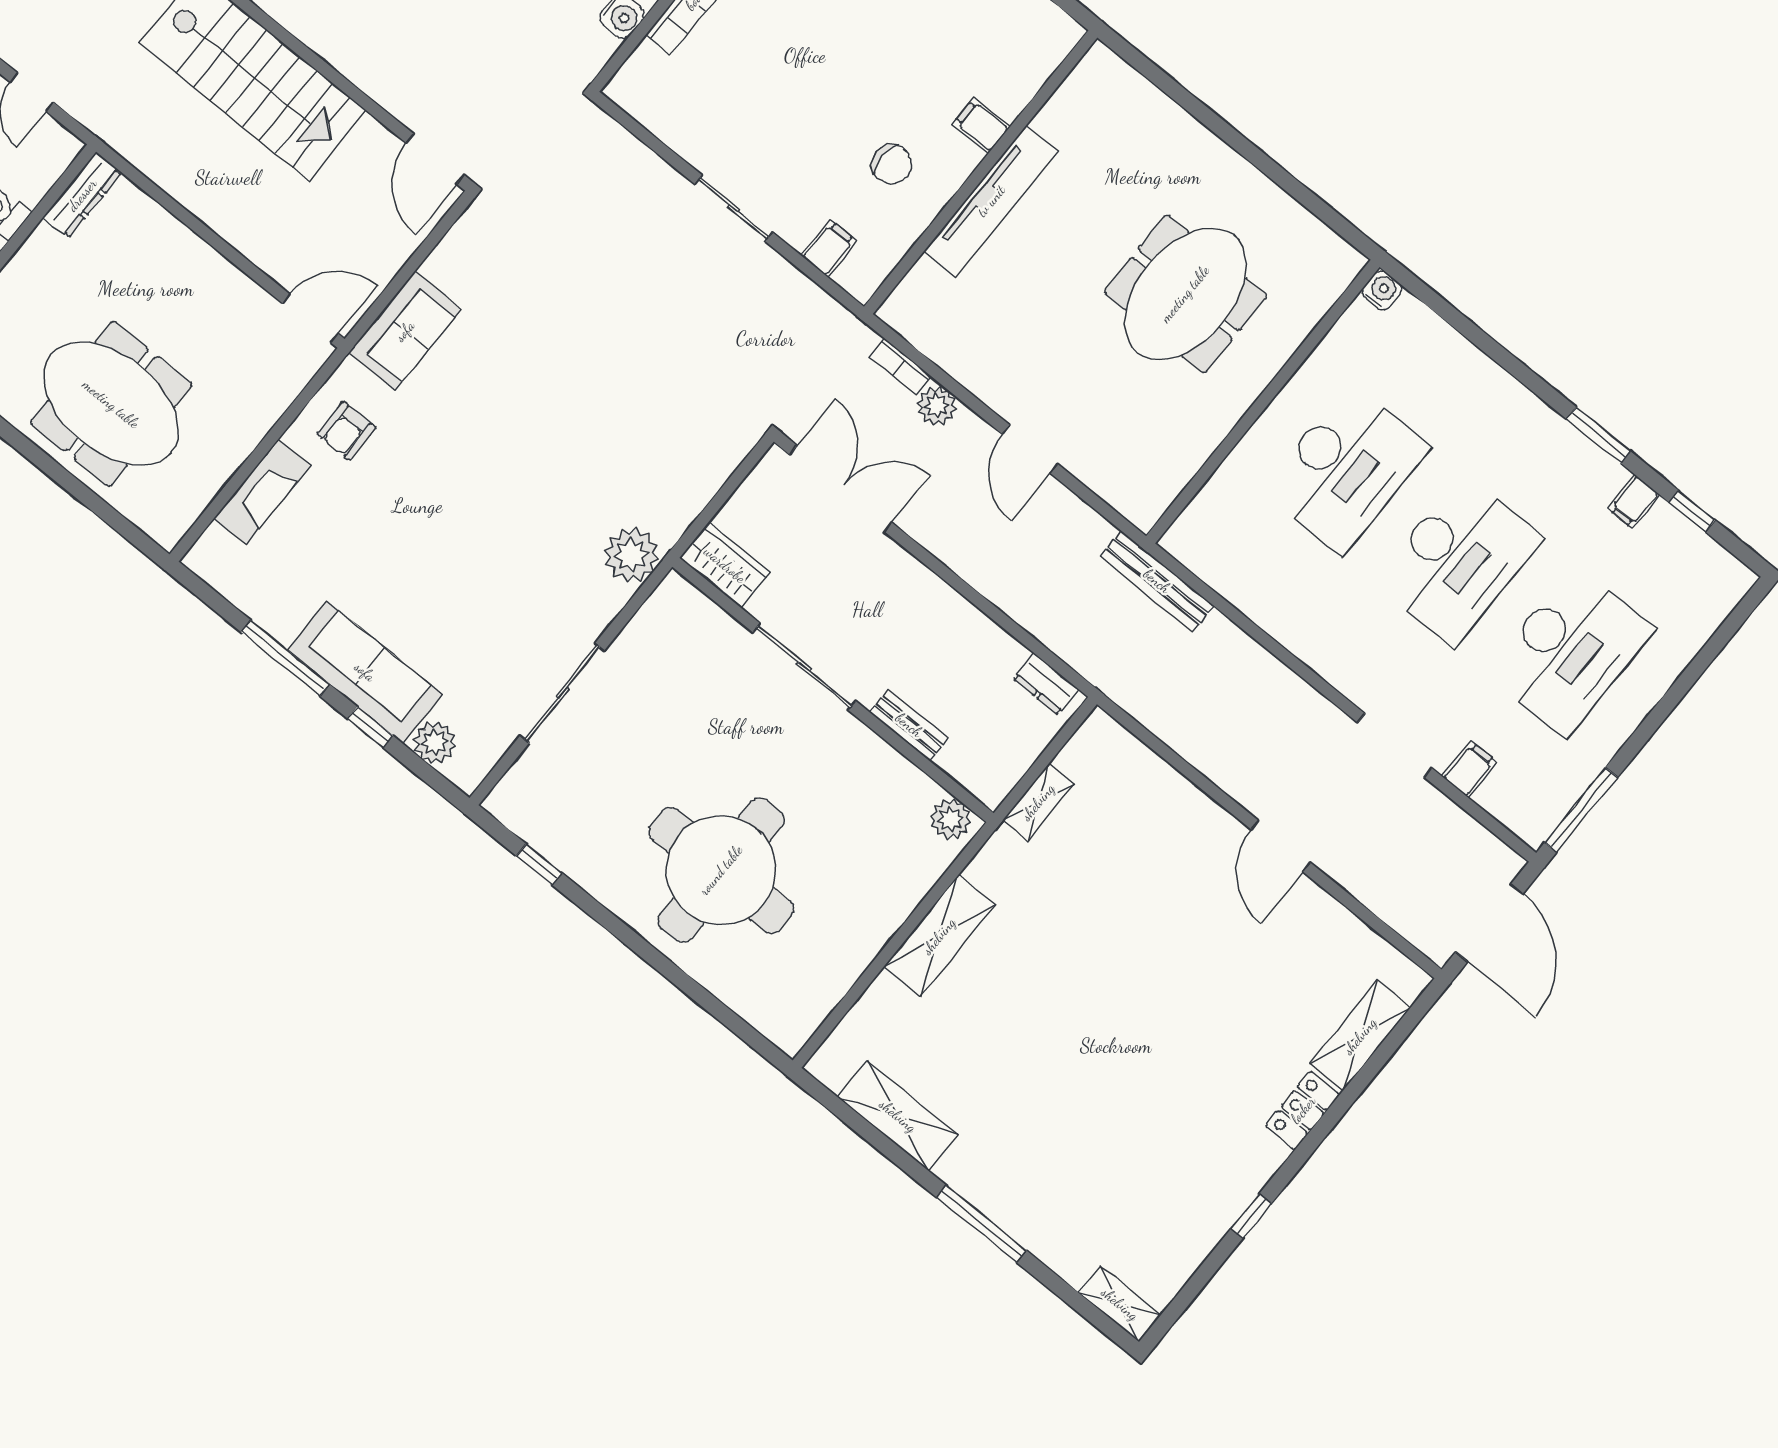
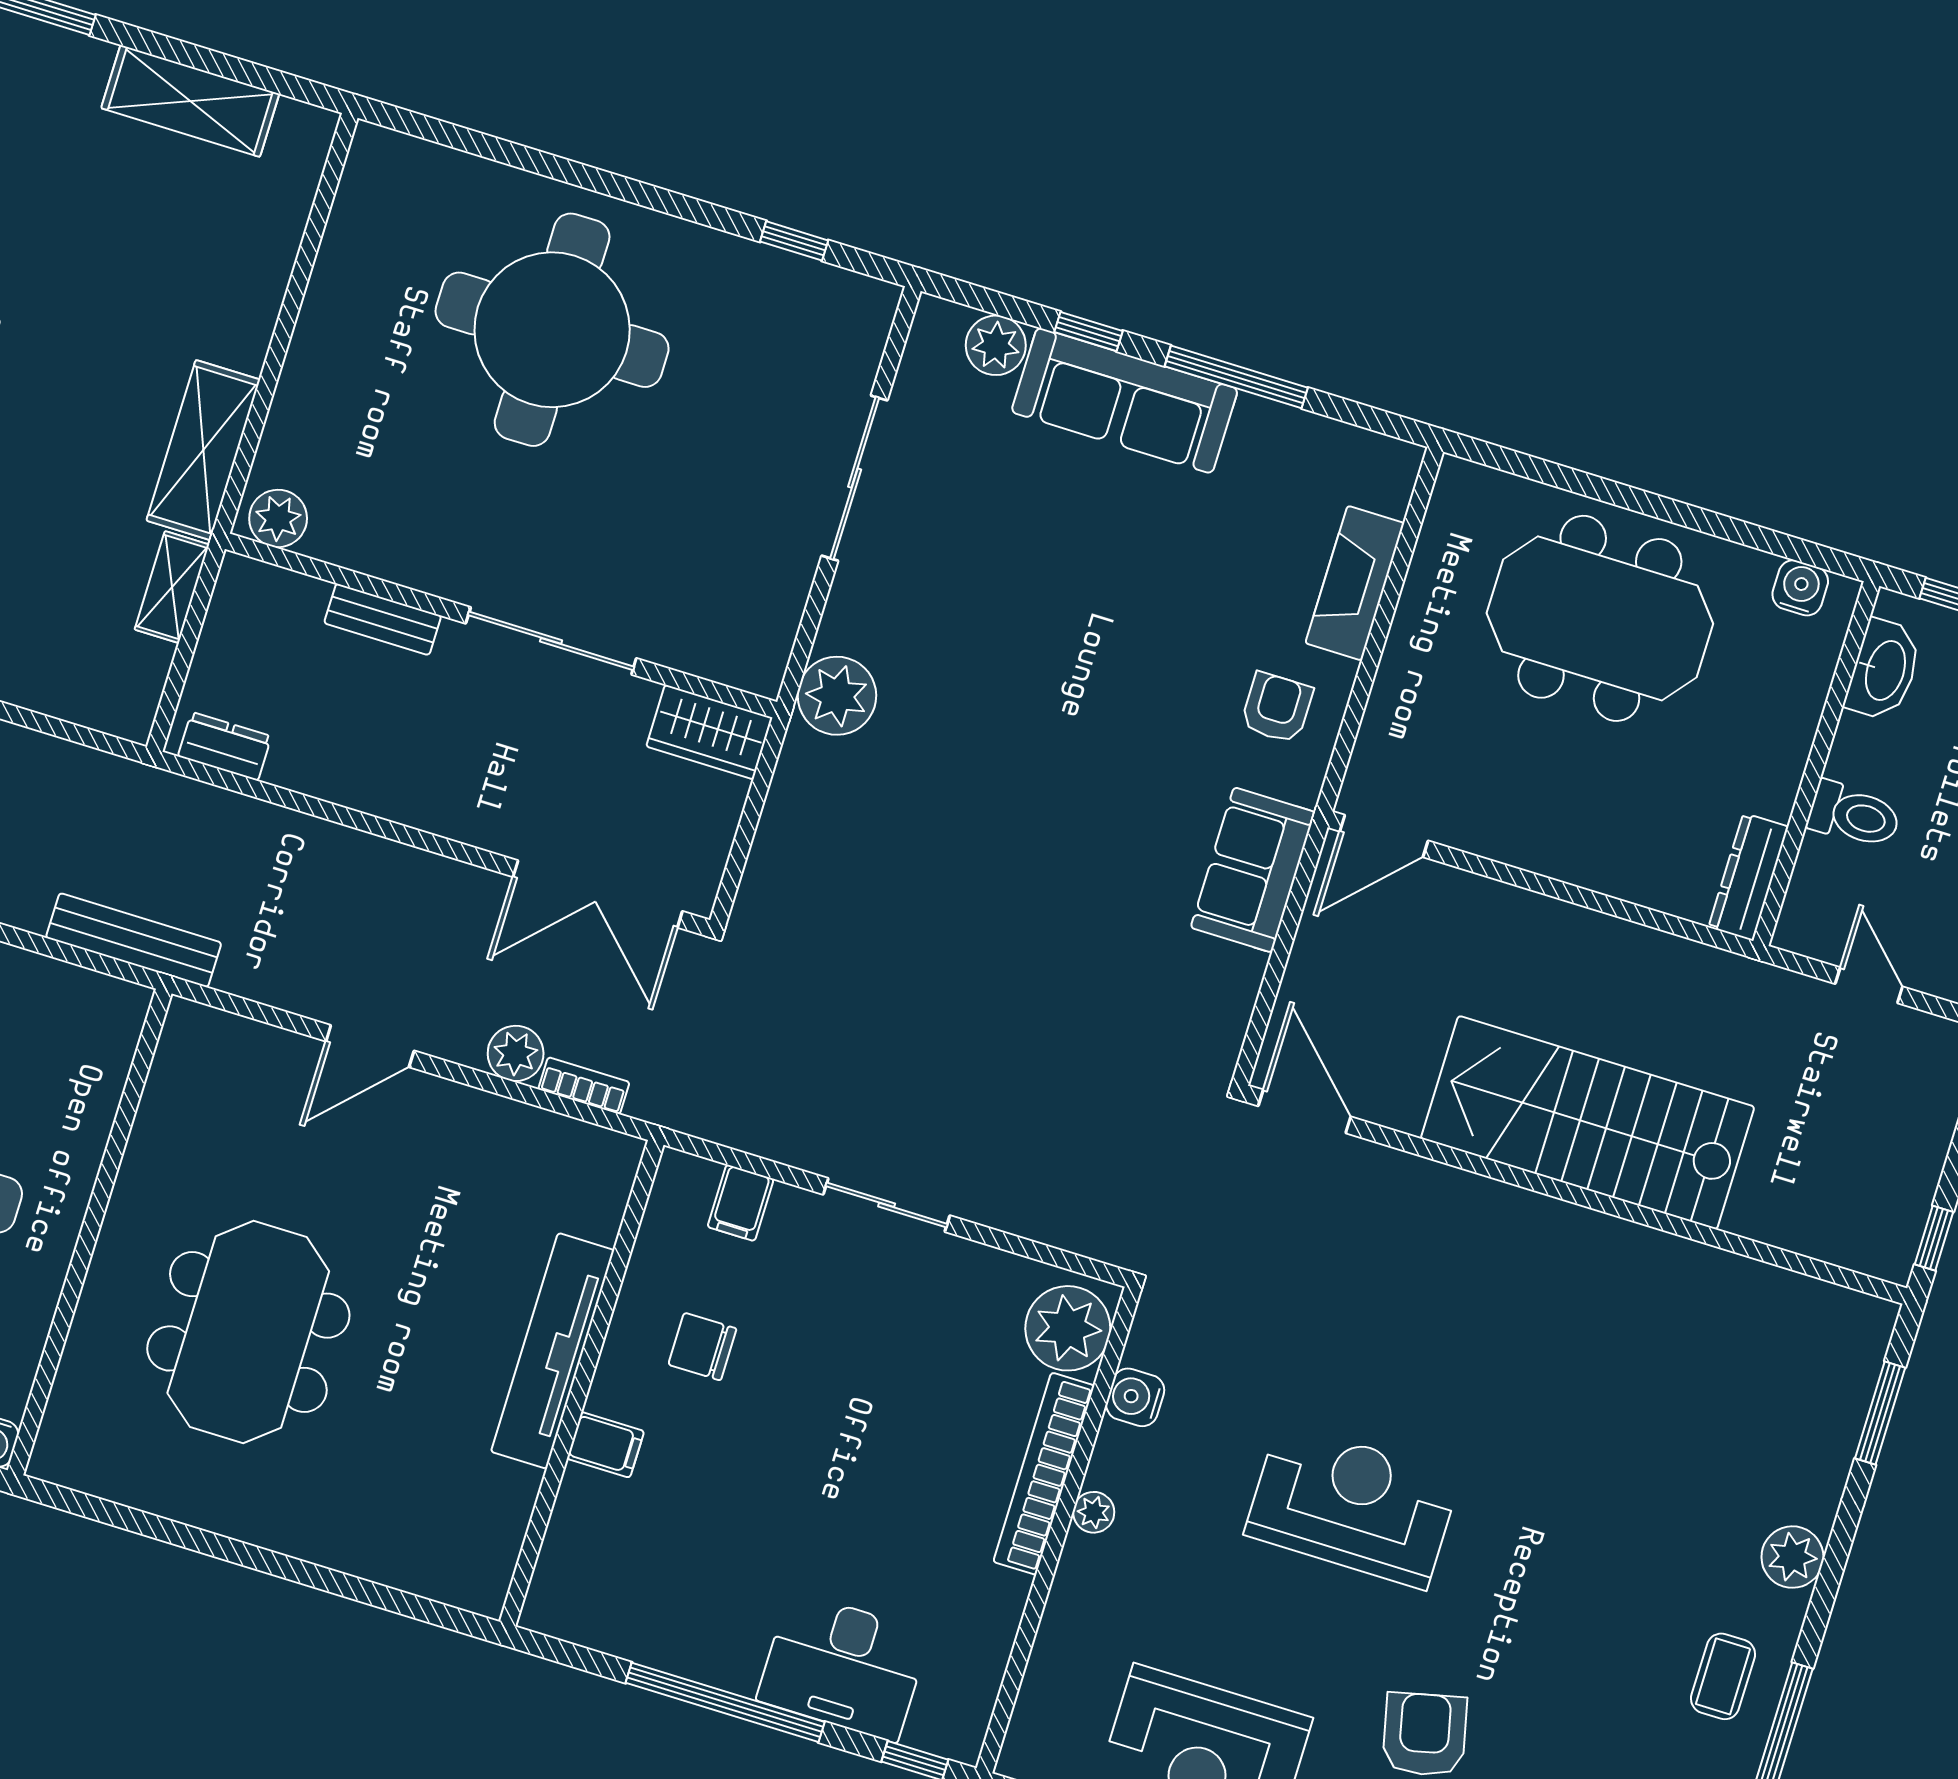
plant: (648, 79) -> (1068, 1328), added
door: (1030, 449) -> (370, 1046), swing flipped
shelving: (939, 936) -> (203, 450), moved

